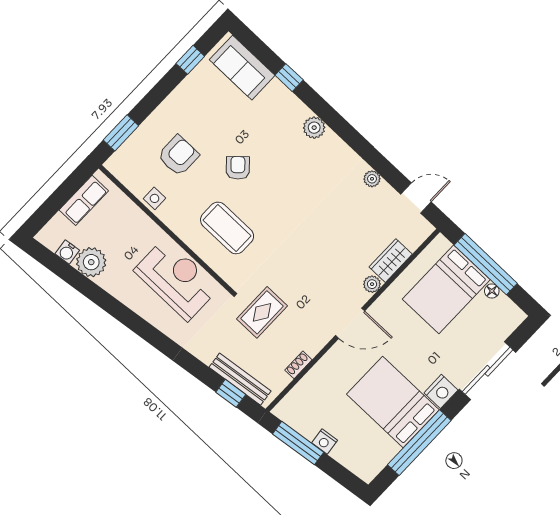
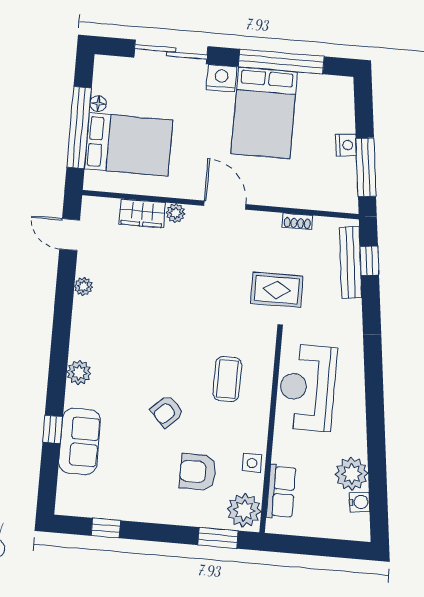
sofa: (242, 68) -> (80, 441), moved
plant: (126, 166) -> (244, 510), added
row of seats: (84, 200) -> (281, 492), moved, turned 90
coffee table: (227, 228) -> (227, 379), width x0.73, depth x0.76

